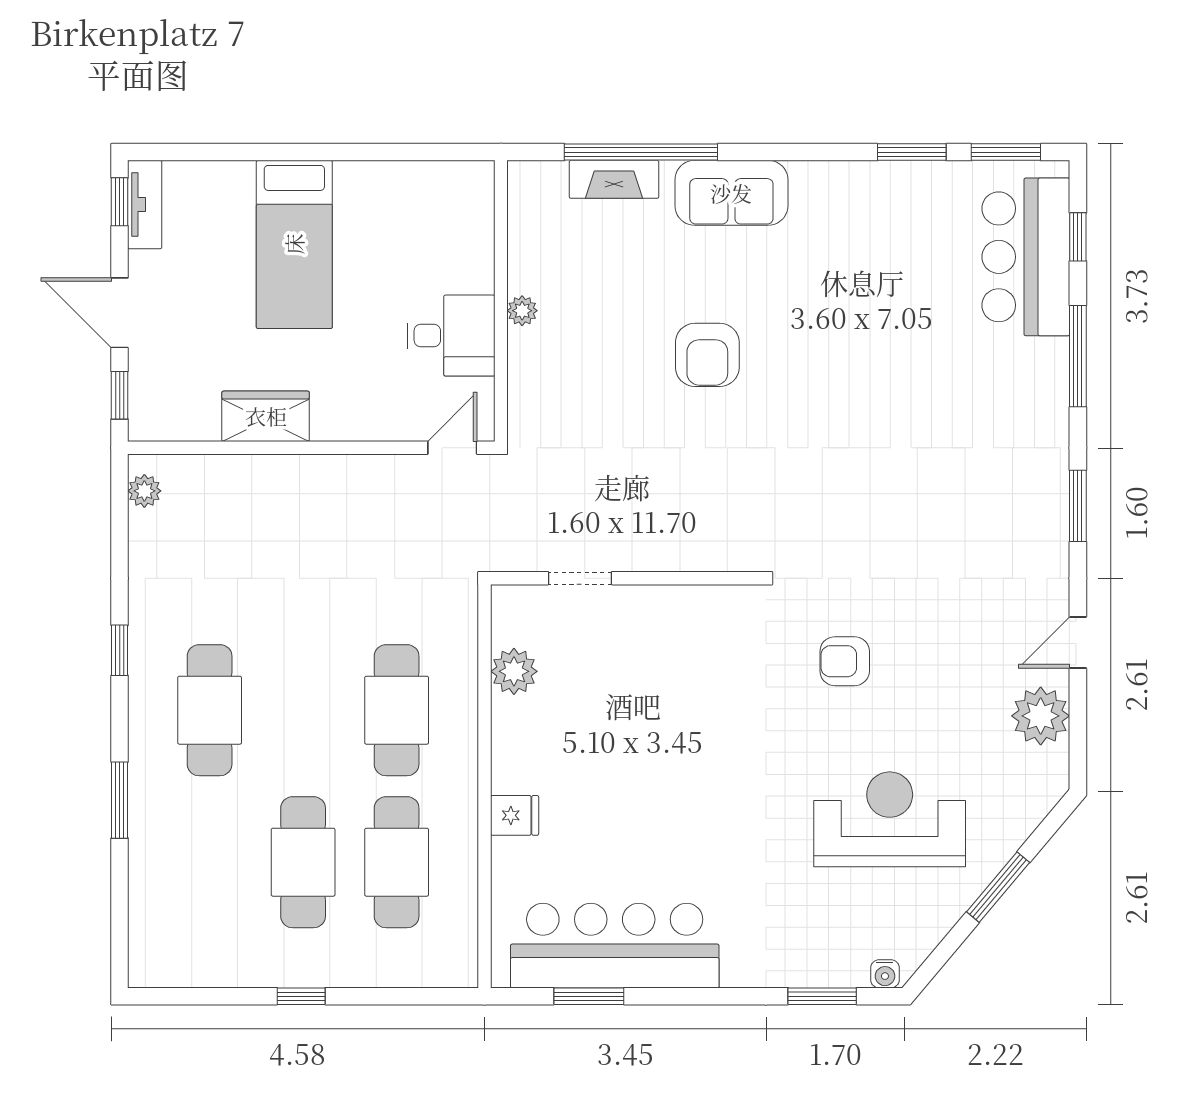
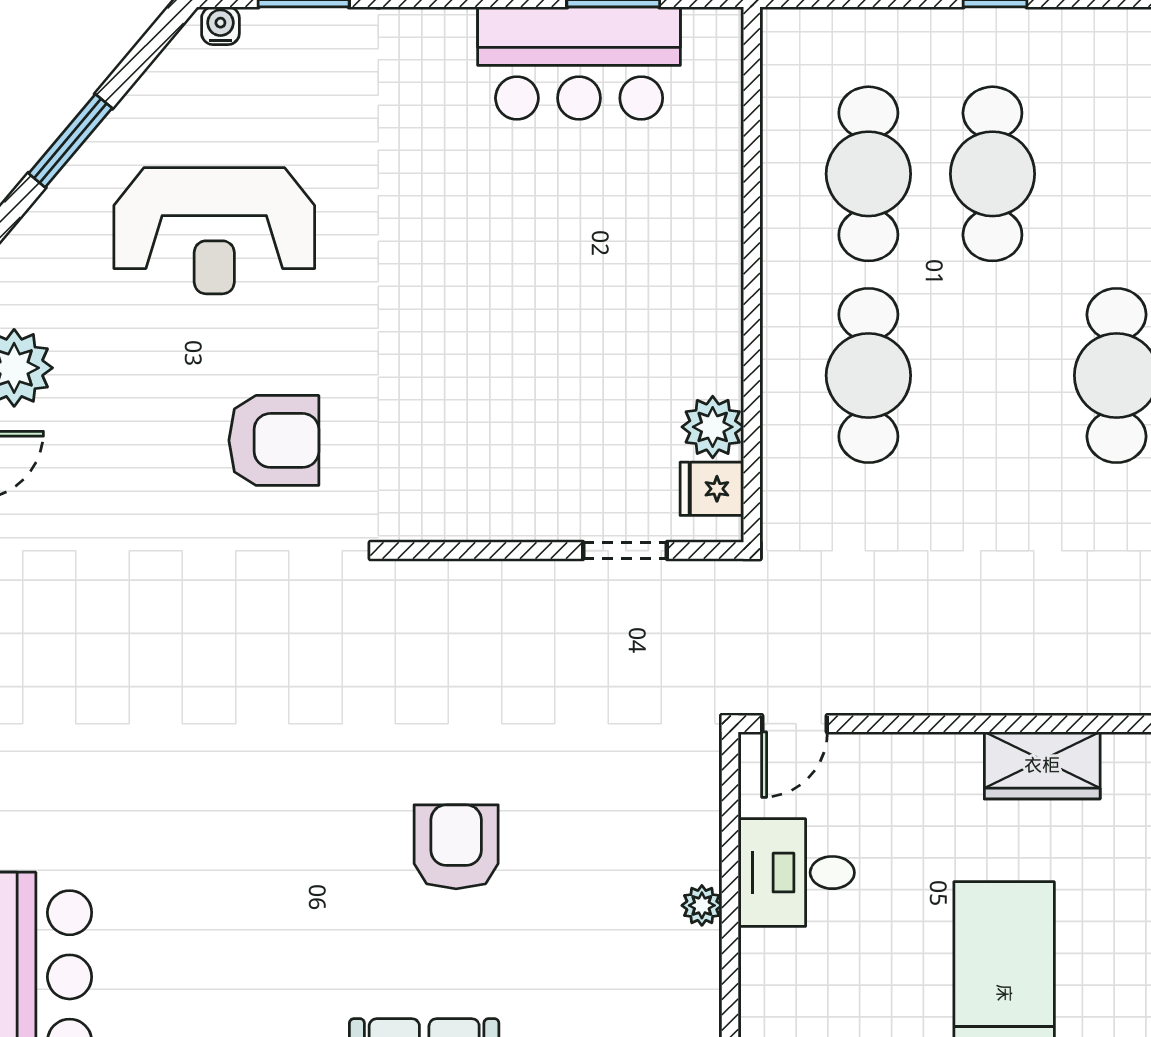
armchair: (845, 661) -> (274, 440), width x1.38, depth x1.38
fridge: (515, 815) -> (712, 489), moved
bar counter: (615, 946) -> (579, 63), width x0.73

